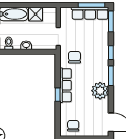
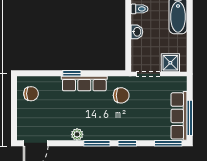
shower: (36, 14) -> (170, 63), moved
plant: (100, 91) -> (77, 134), width x0.53, depth x0.53

